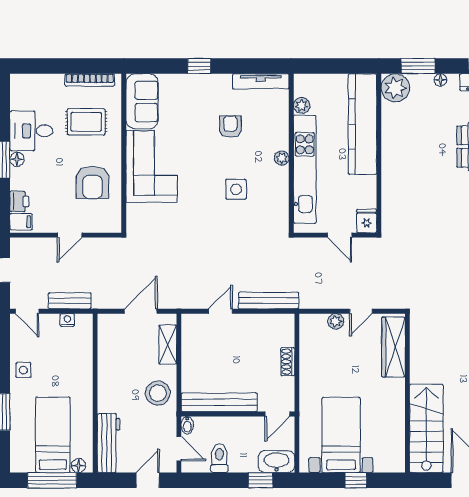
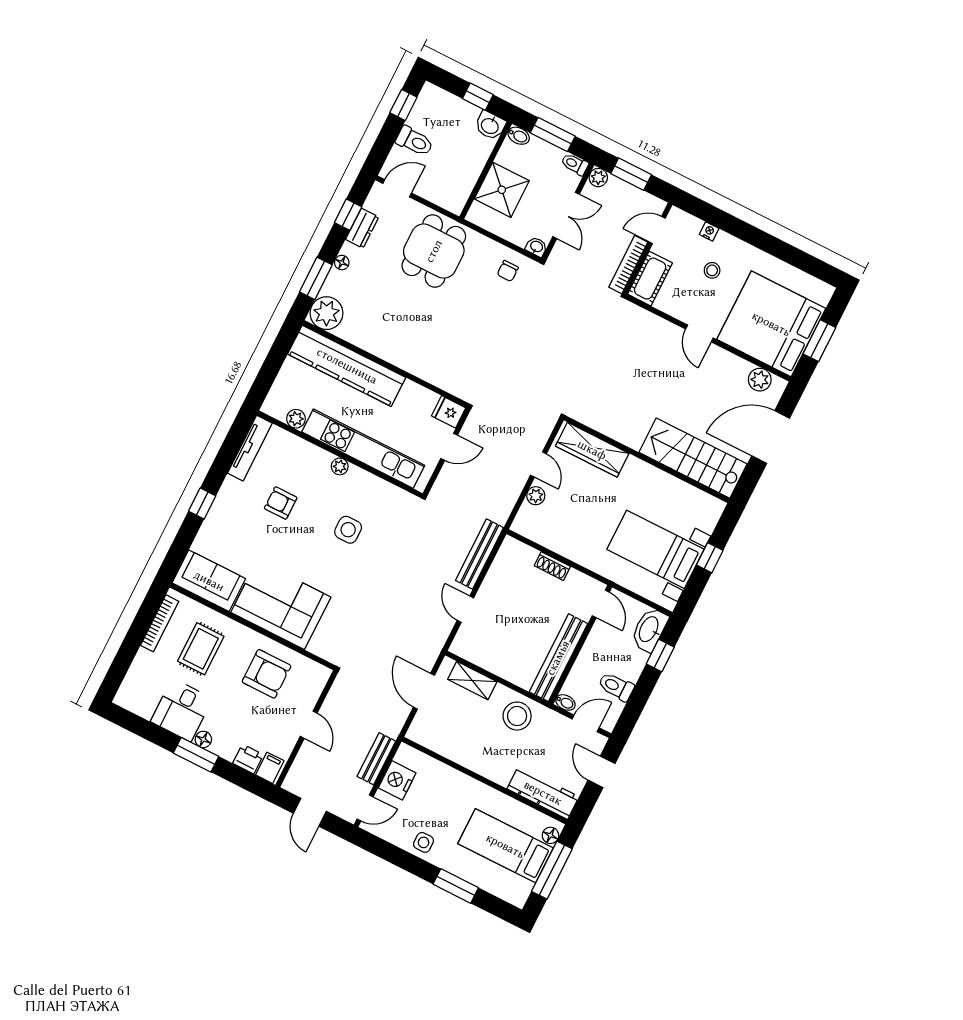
nightstand: (67, 320) -> (397, 780), width x1.89, depth x1.79

